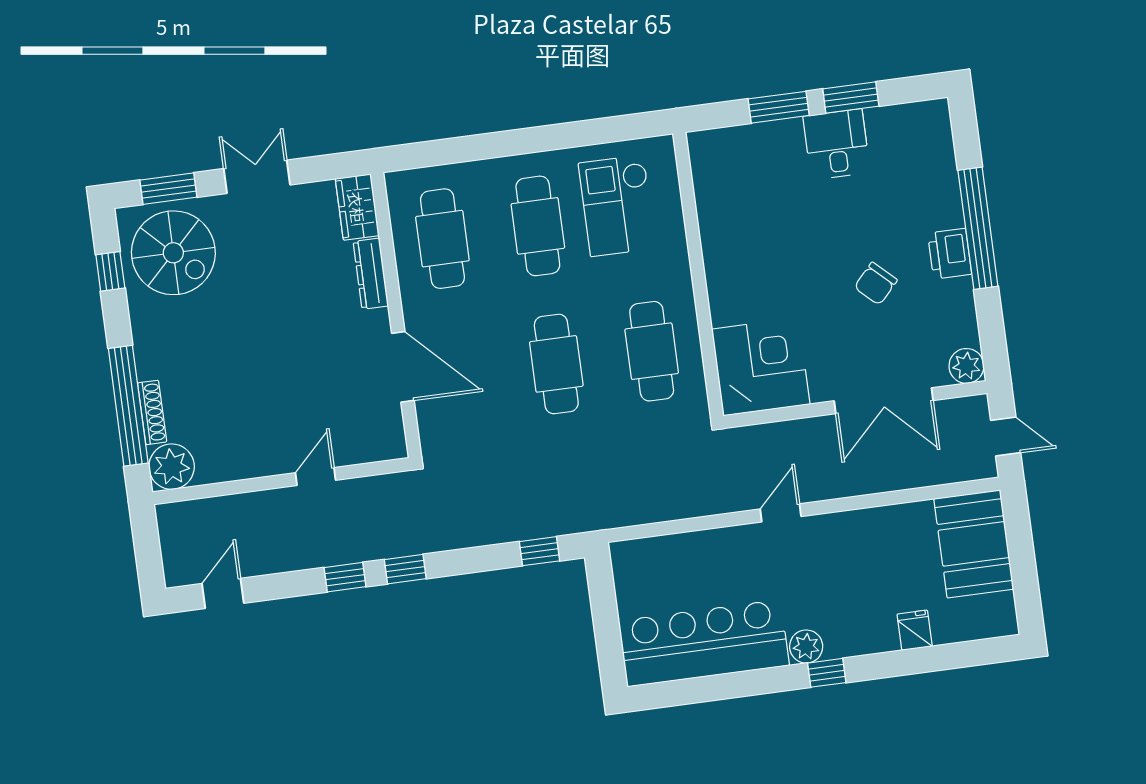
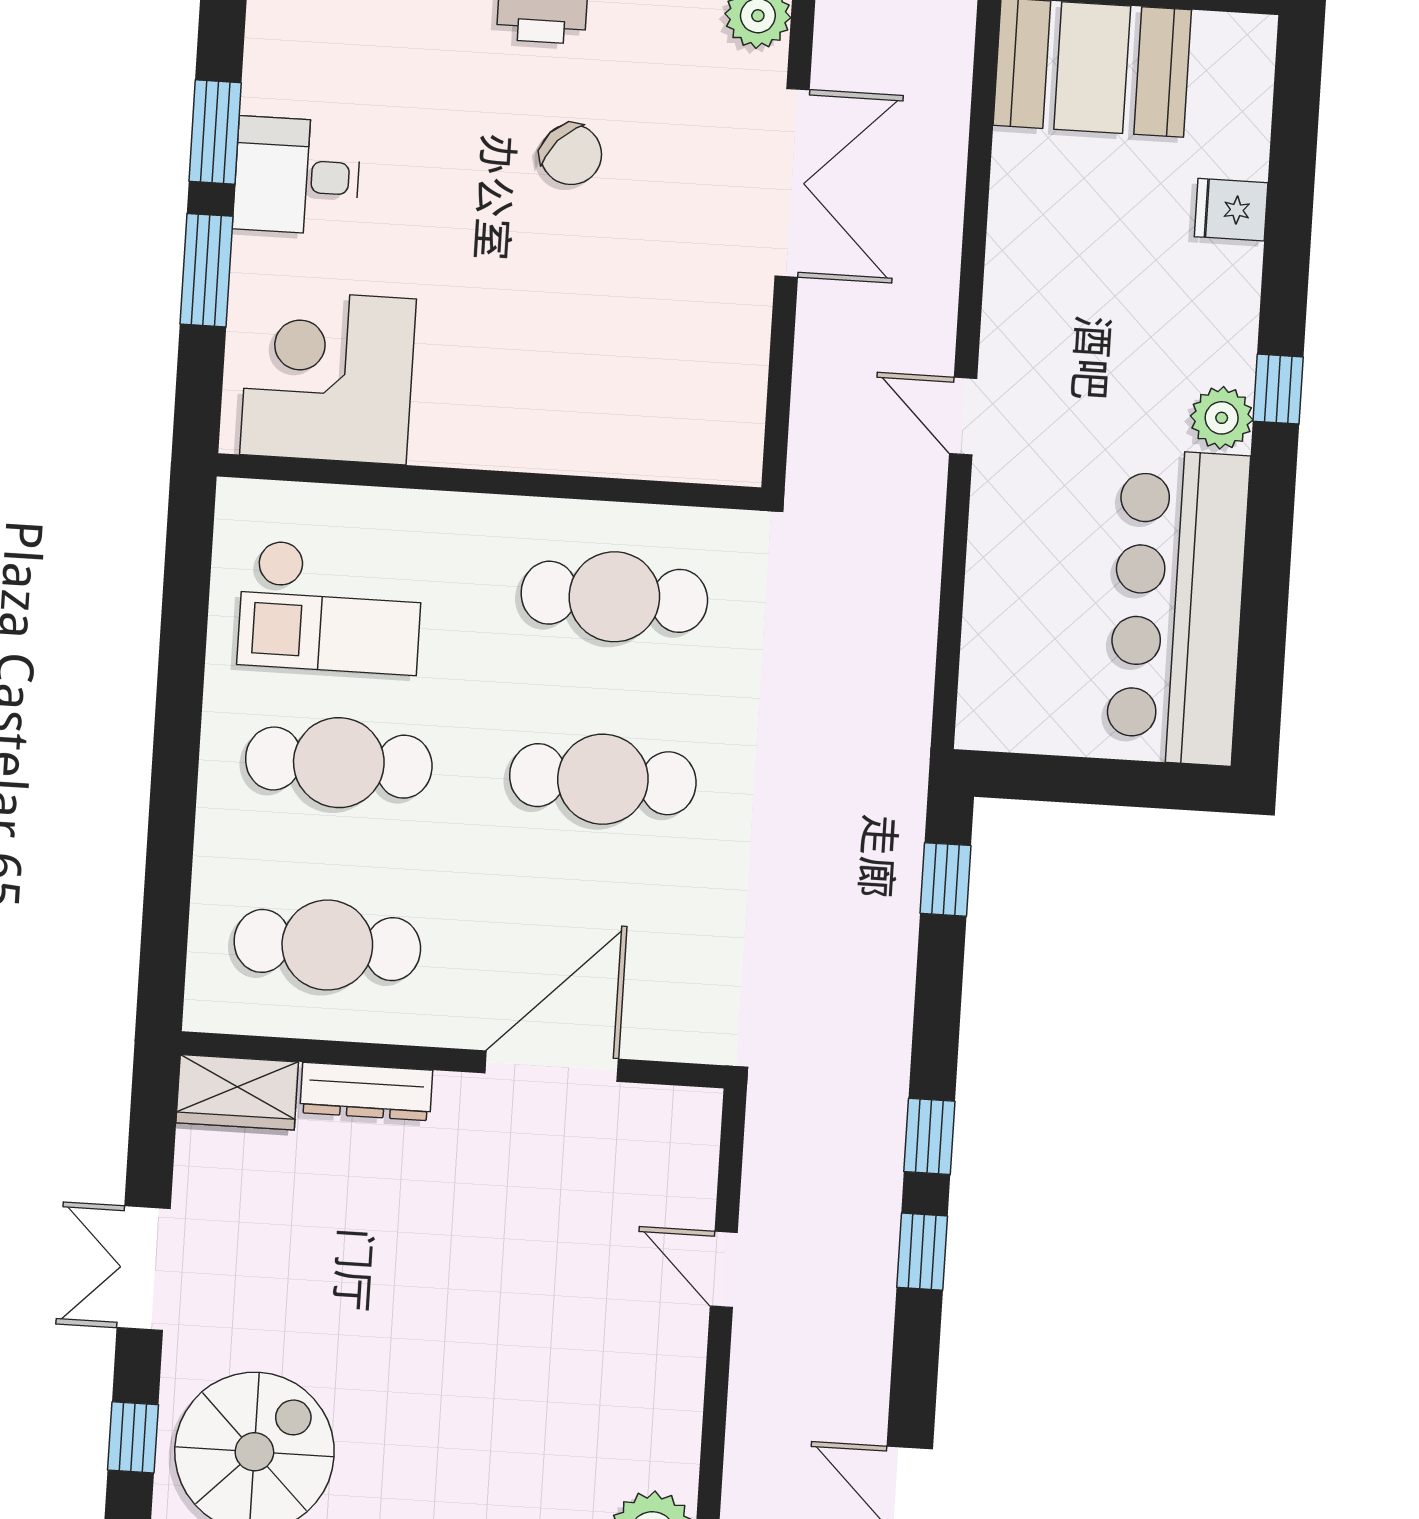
window: (168, 189) -> (133, 1437), width x0.67
corner desk: (761, 367) -> (328, 377), moved

